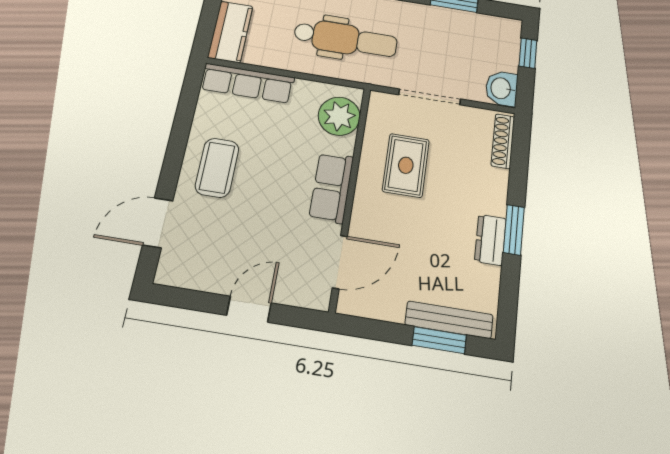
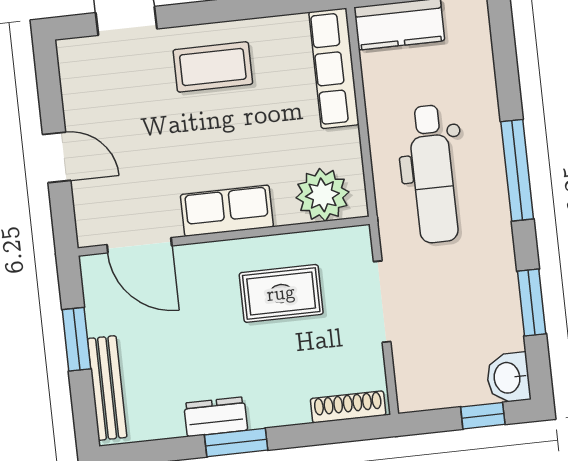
washbasin: (502, 88) -> (508, 378), moved, turned -90
window: (439, 340) -> (76, 339), moved

